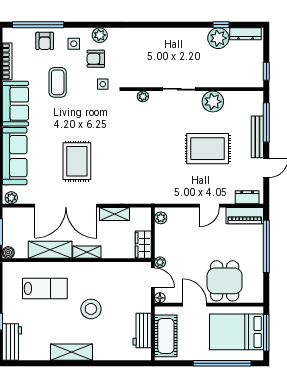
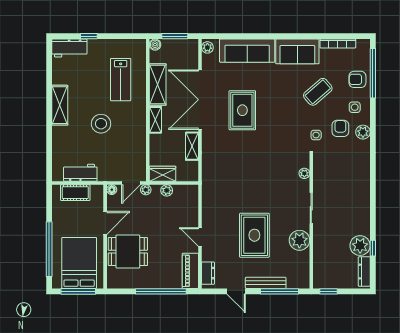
coffee table: (58, 82) -> (318, 92), turned -41
rug: (77, 161) -> (242, 110), turned 90
plant: (161, 218) -> (167, 190), moved
cot: (166, 336) -> (75, 193), width x0.73, depth x0.75

